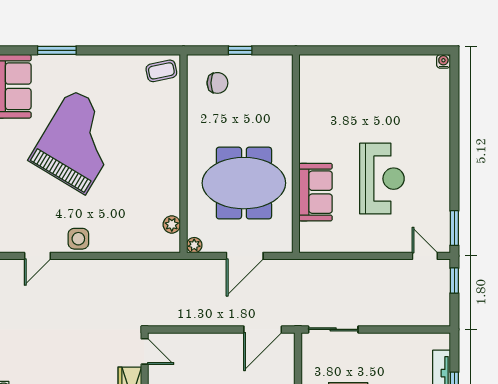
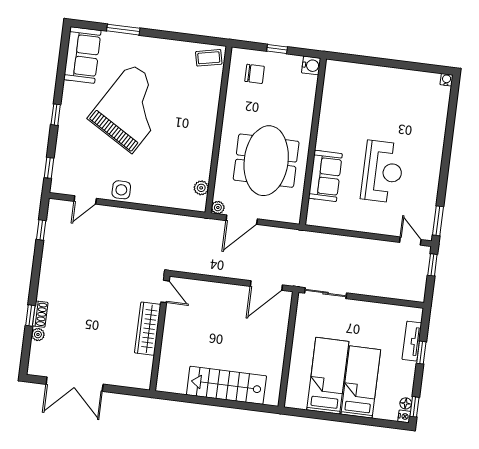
water cooler: (283, 65) -> (311, 65), added
meeting table: (244, 183) -> (266, 161), turned 90
door: (245, 256) -> (242, 220), moved

